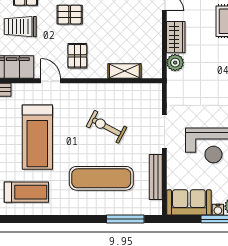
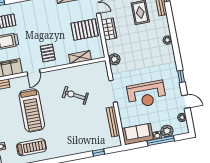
pallet: (70, 15) -> (85, 30), moved, width x1.50, depth x1.42
plant: (175, 63) -> (114, 59), moved
door: (51, 81) -> (34, 72), swing flipped
exercise mat: (101, 178) -> (78, 129), removed
window: (125, 219) -> (99, 153), width x0.46

